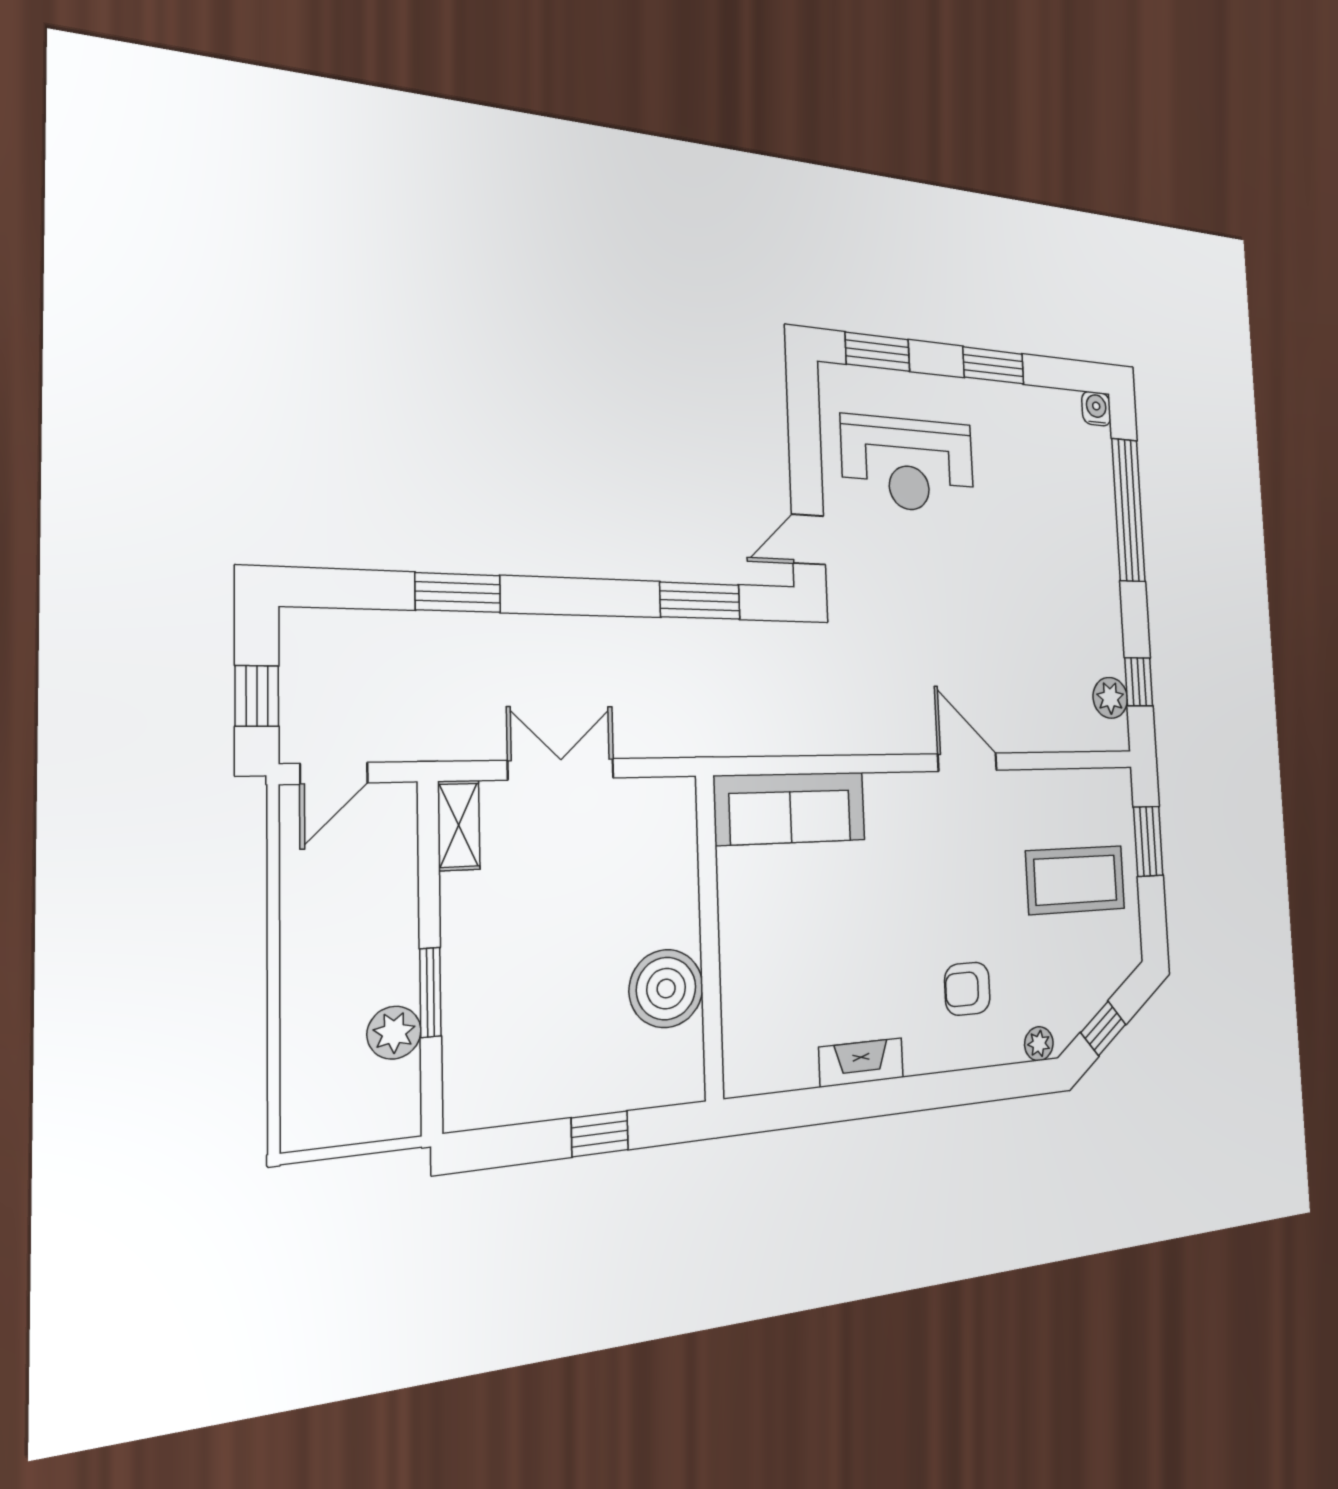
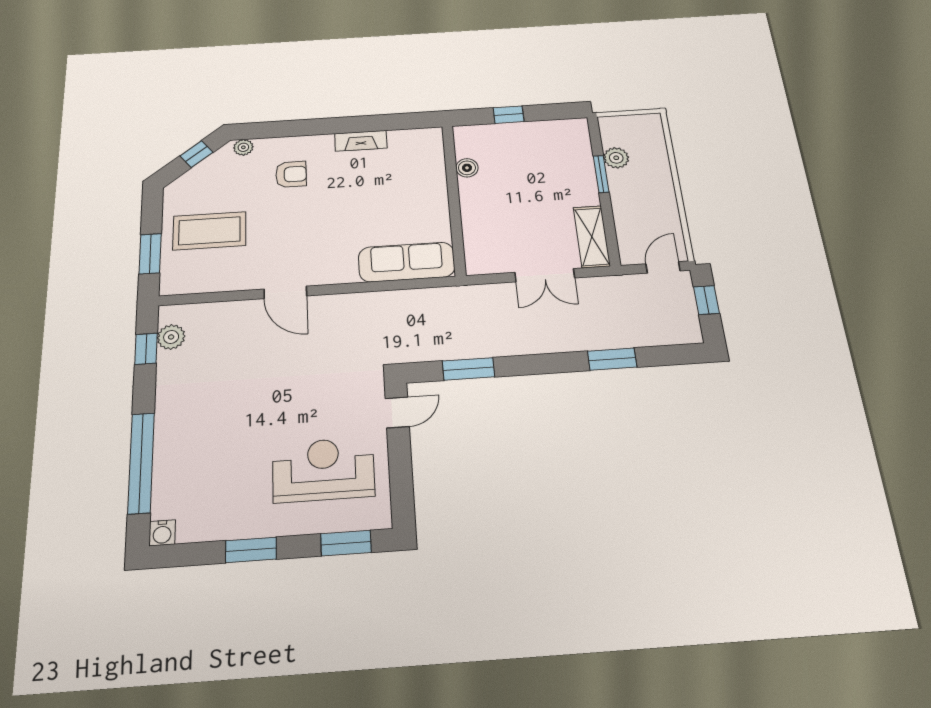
shelving: (459, 825) -> (592, 237), width x1.50, depth x1.33
boiler: (666, 989) -> (467, 168), width x0.54, depth x0.54

